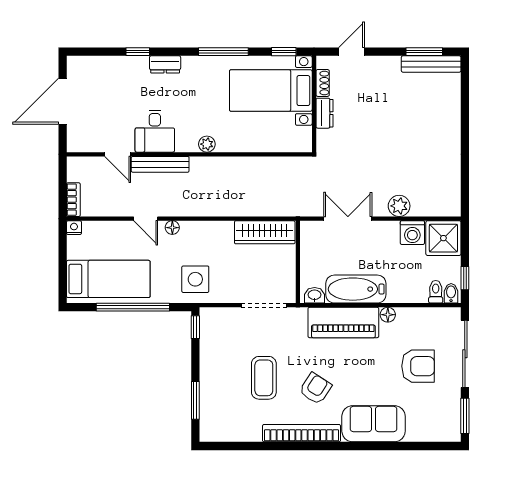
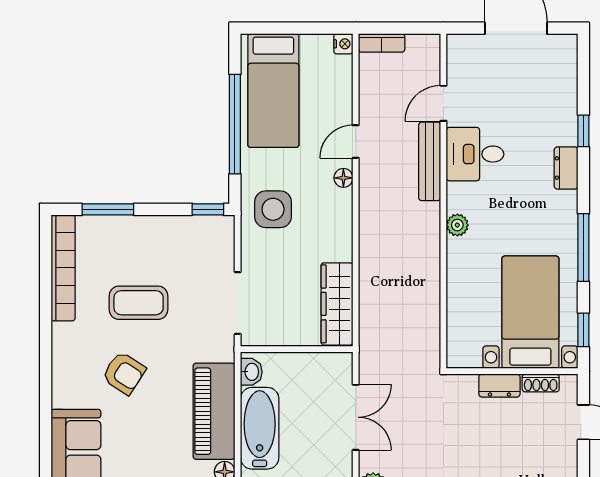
bookcase: (301, 433) -> (63, 268), moved

